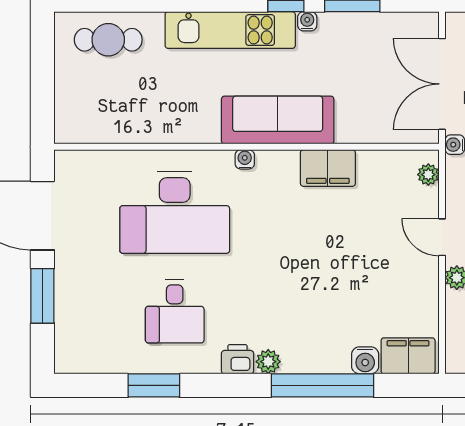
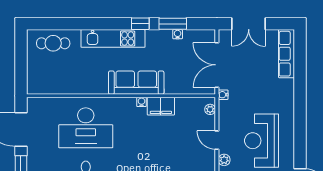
water cooler: (307, 21) -> (178, 34), moved
water cooler: (245, 159) -> (141, 102), moved

